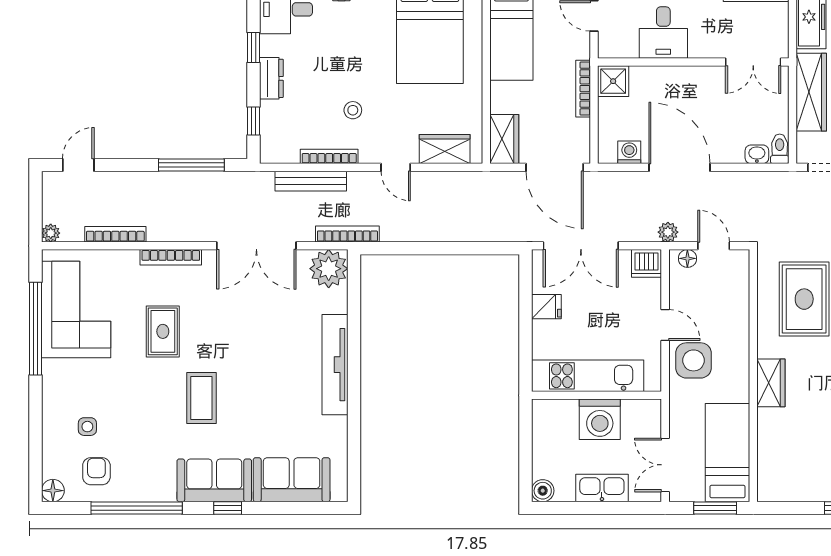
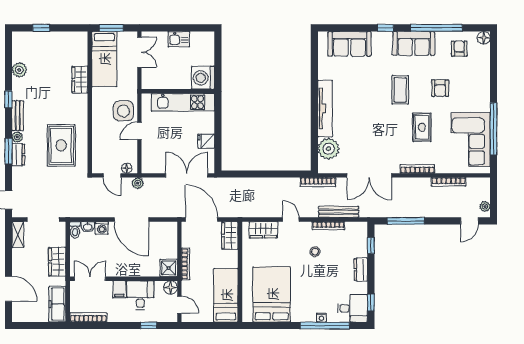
filing cabinet: (701, 43) -> (119, 289), added
floor lamp: (610, 46) -> (171, 288), added
window: (254, 48) -> (371, 303), moved
wardrobe: (811, 92) -> (57, 262), width x0.67
washing machine: (629, 152) -> (102, 228), moved
plant: (51, 233) -> (485, 206), moved
double door: (256, 246) -> (369, 175), swing flipped
dishwasher: (646, 263) -> (150, 165), removed
plant: (329, 269) -> (329, 149), moved
door: (665, 325) -> (139, 131), hinge flipped
wardrobe: (771, 383) -> (80, 80), moved
armchair: (130, 401) -> (440, 88), added
washing machine: (600, 419) -> (203, 78), moved, turned -90
side table: (87, 427) -> (464, 74), removed
armchair: (96, 471) -> (459, 49), turned 180
sofa: (214, 480) -> (414, 43), moved
kitchen sink: (602, 488) -> (179, 39), width x0.73
boiler: (543, 491) -> (208, 38), removed

